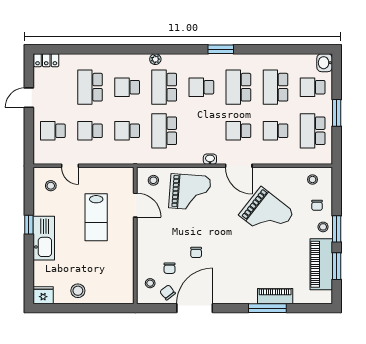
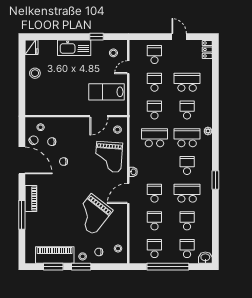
school desk: (276, 87) -> (187, 221), width x0.54
window: (337, 113) -> (168, 267), width x2.11
school desk: (313, 131) -> (154, 249), width x0.54
lab bench: (96, 217) -> (107, 92), moved
window: (29, 225) -> (97, 37), moved
piano: (275, 296) -> (31, 199), moved

